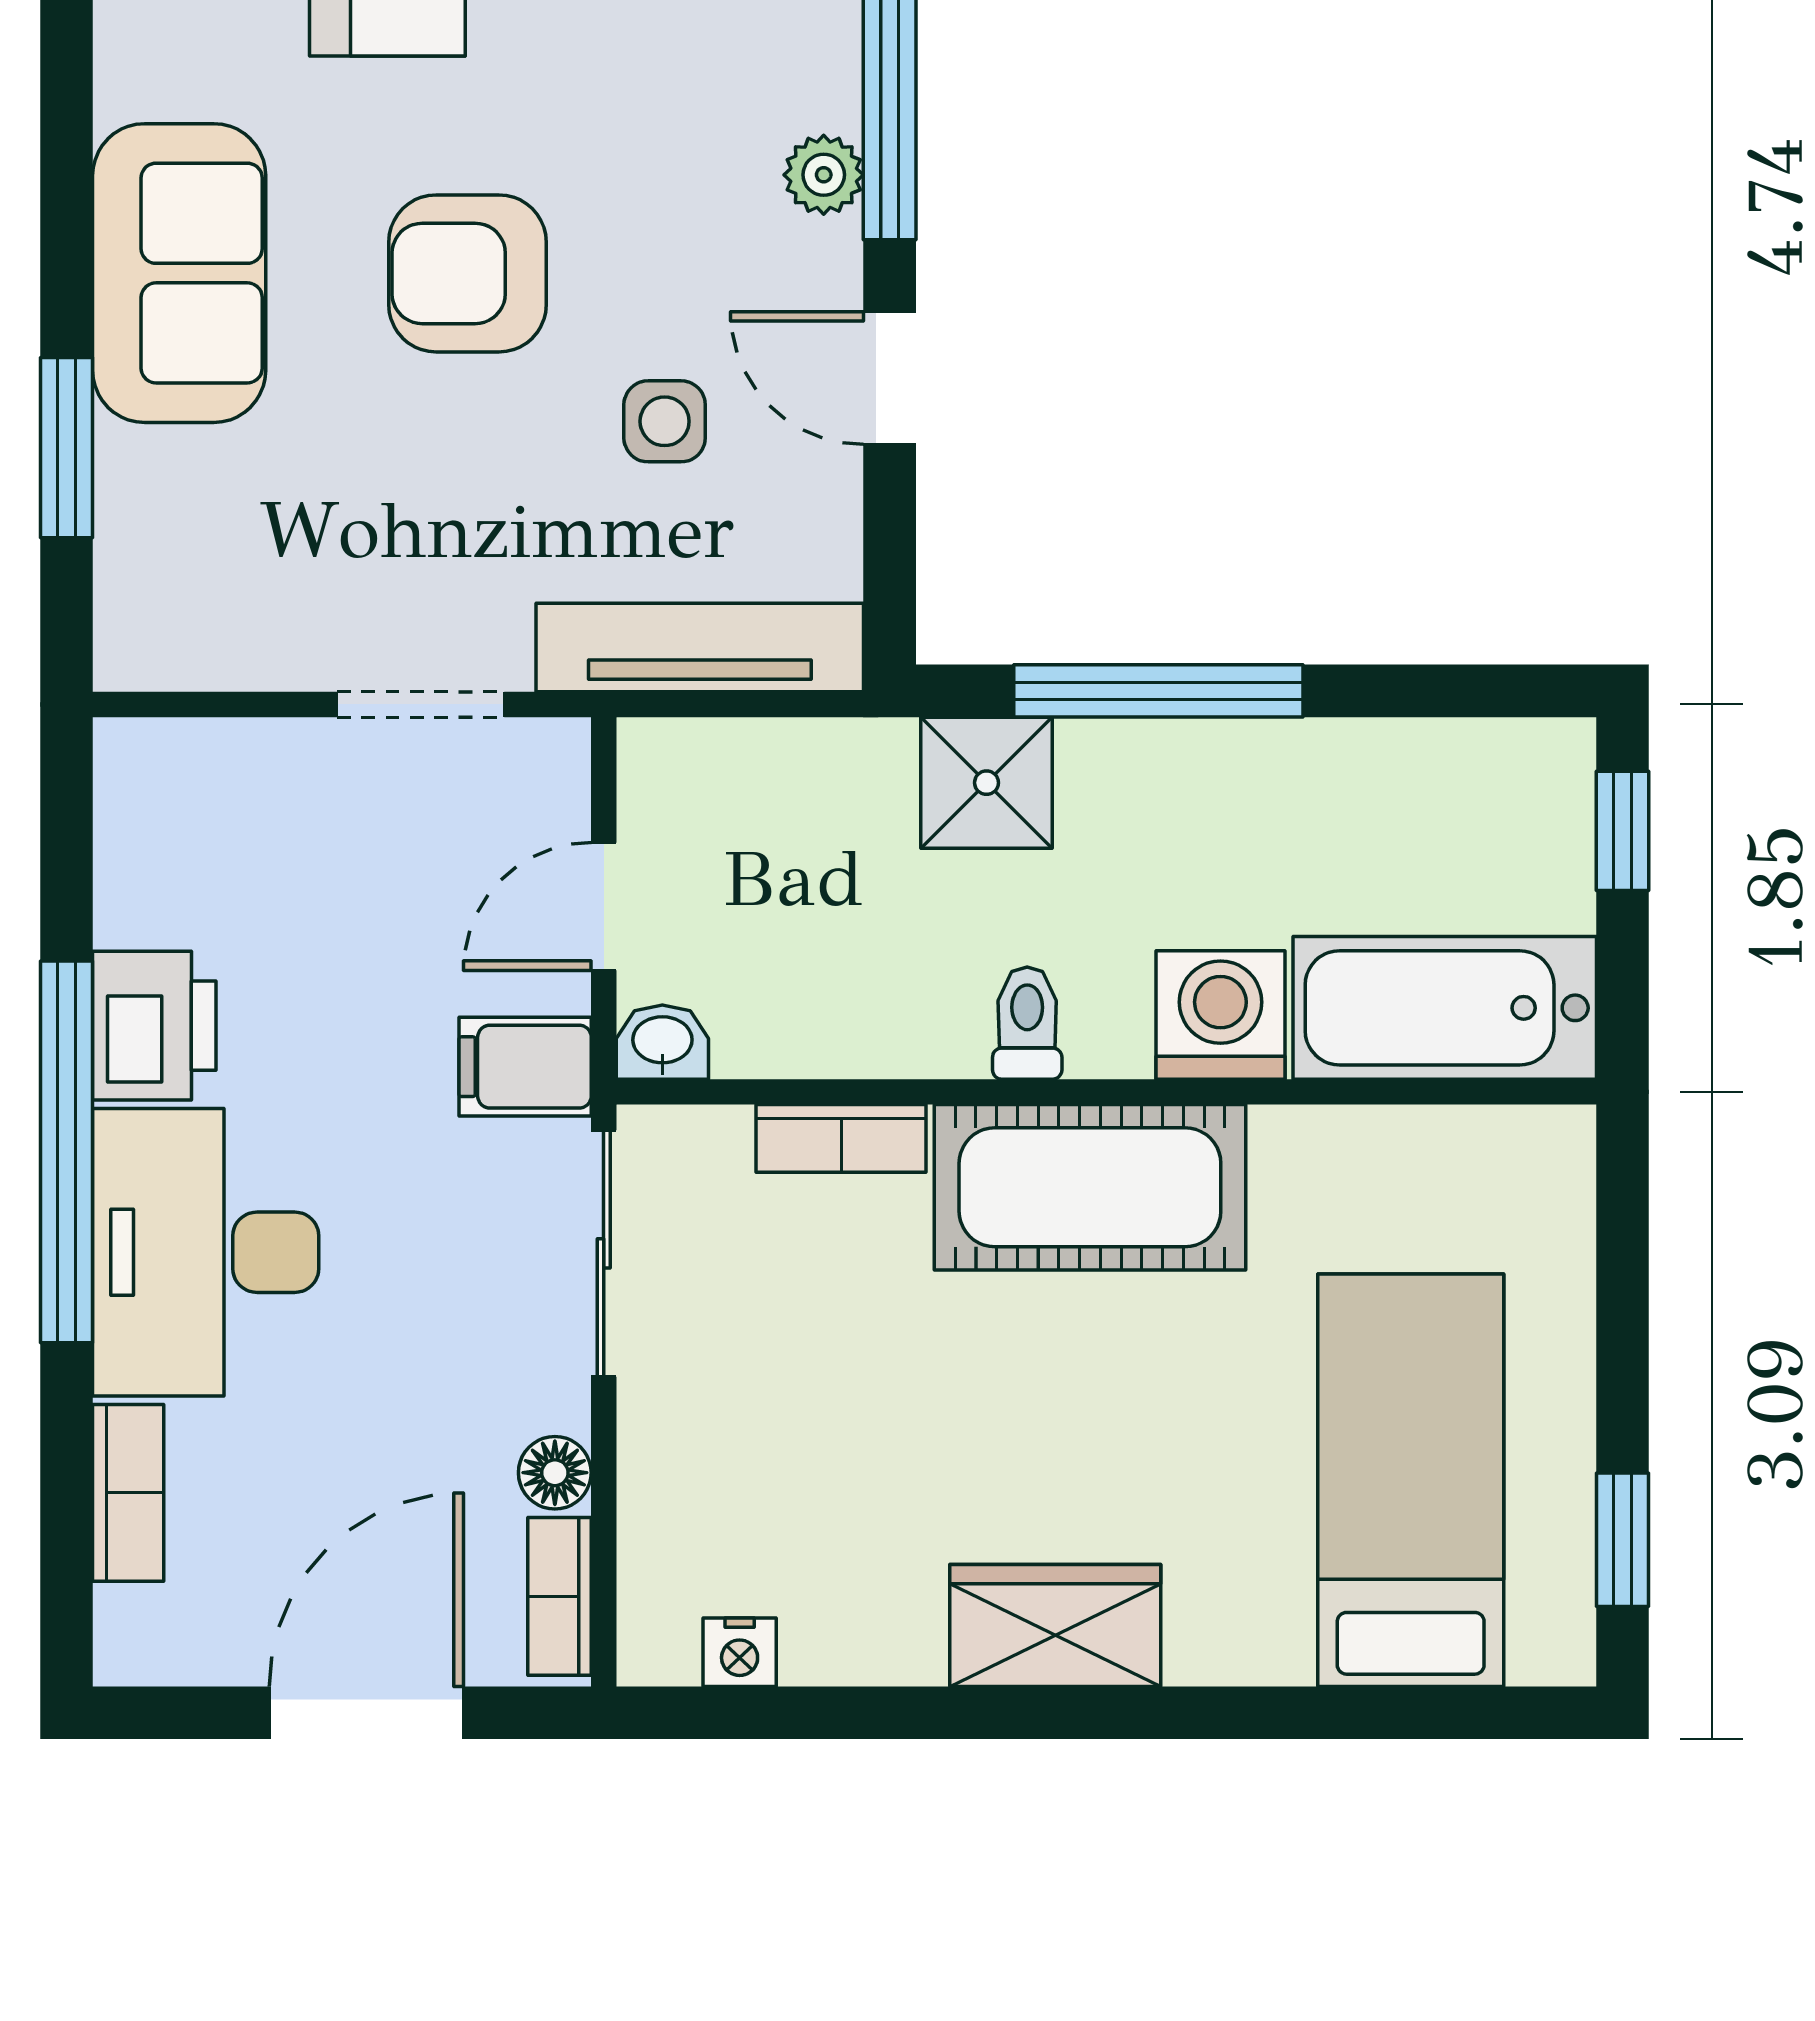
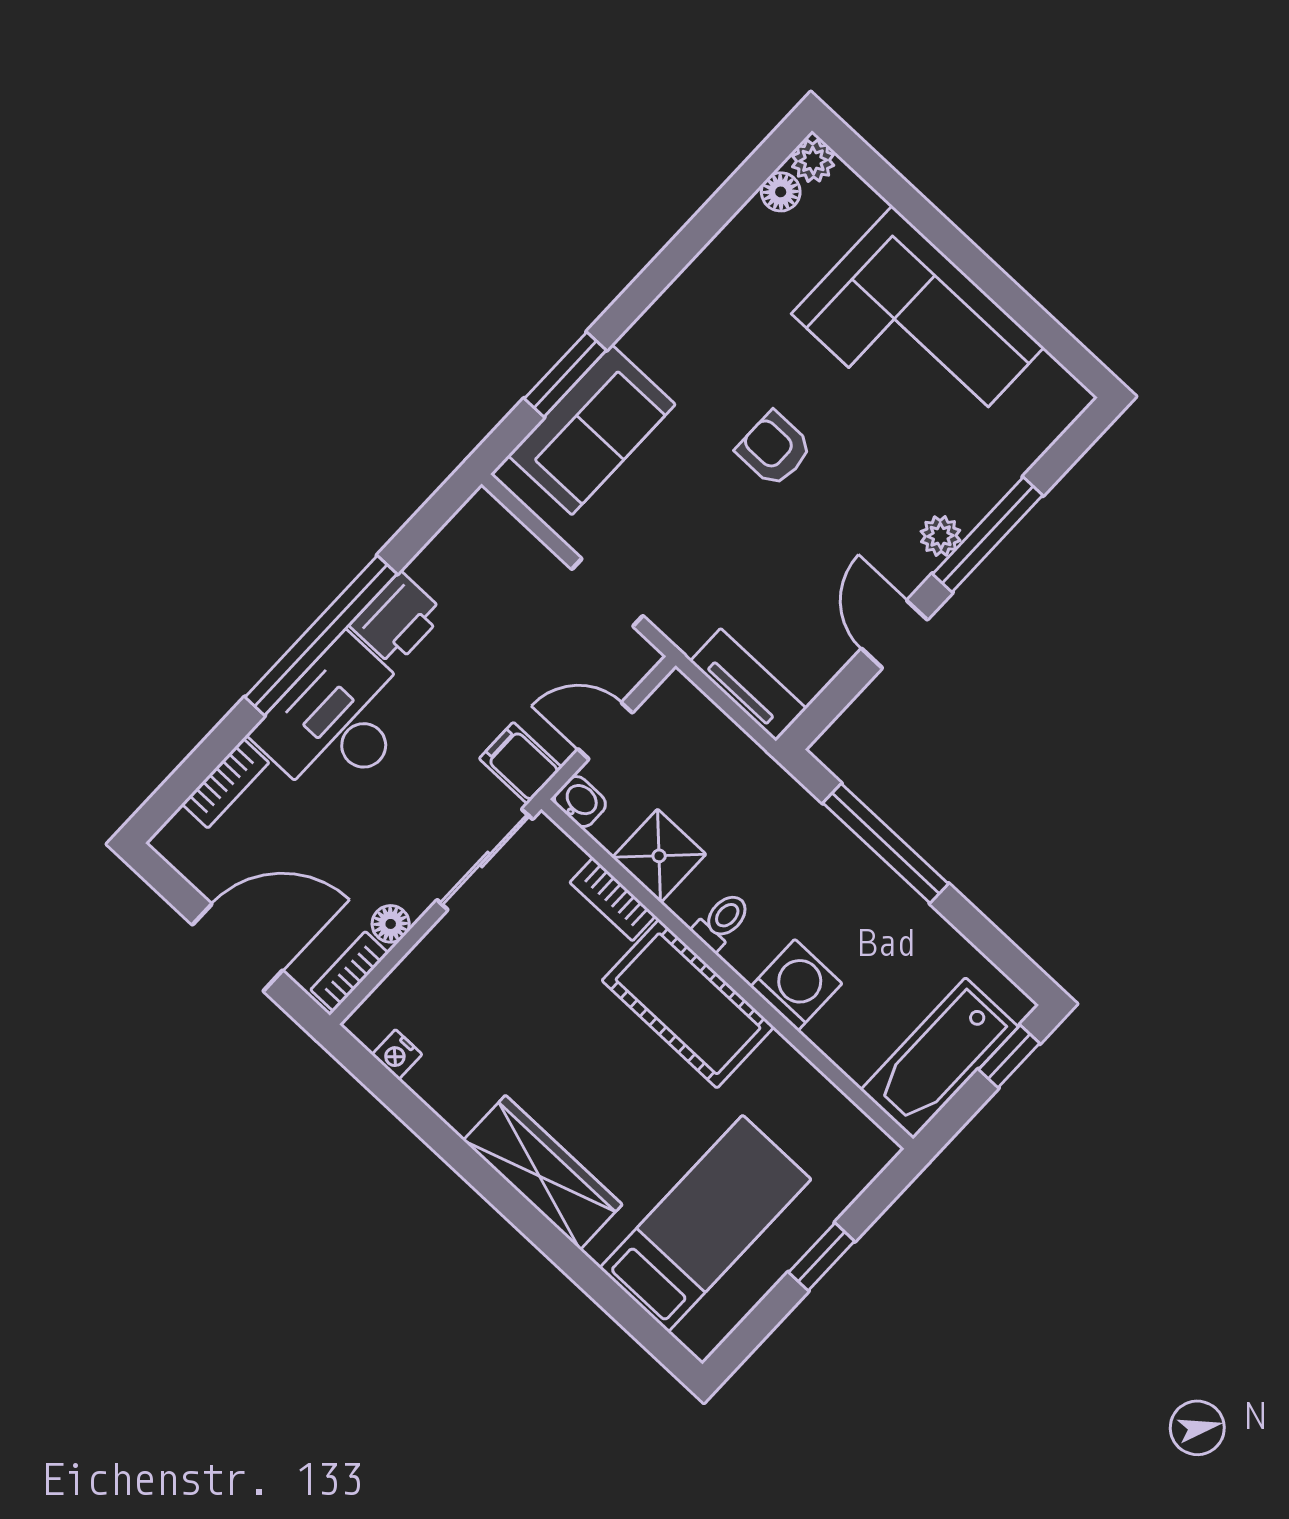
sofa: (179, 273) -> (592, 430), moved
armchair: (468, 273) -> (774, 449), width x0.72, depth x0.72
side table: (665, 421) -> (796, 572), removed
tv unit: (700, 648) -> (748, 685), width x0.71
shower: (987, 783) -> (659, 856), moved
bathtub: (1445, 1008) -> (939, 1058), moved, turned -90
window: (1623, 1540) -> (822, 1257), moved
wardrobe: (1055, 1626) -> (543, 1172), width x1.50

